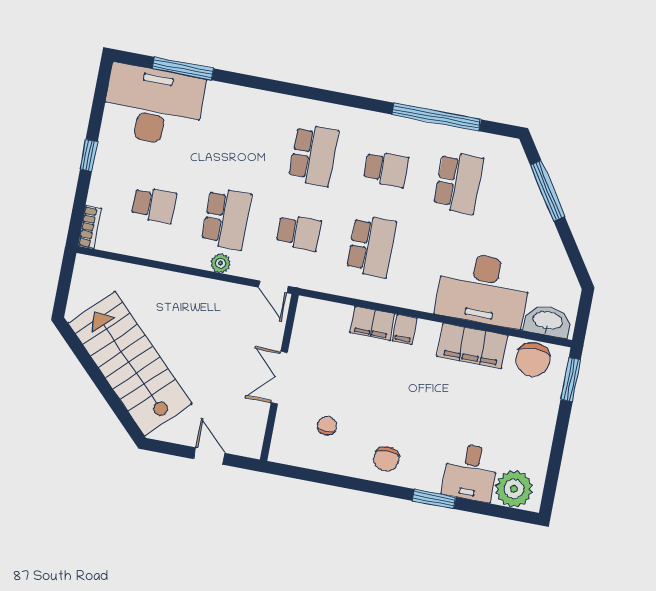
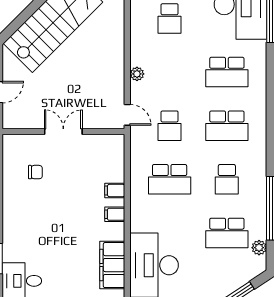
plant: (487, 143) -> (259, 248), added
school desk: (226, 219) -> (227, 72), moved
door: (273, 287) -> (127, 115), swing flipped
filing cabinet: (372, 323) -> (115, 191), width x0.50
chair: (386, 459) -> (20, 219), removed

